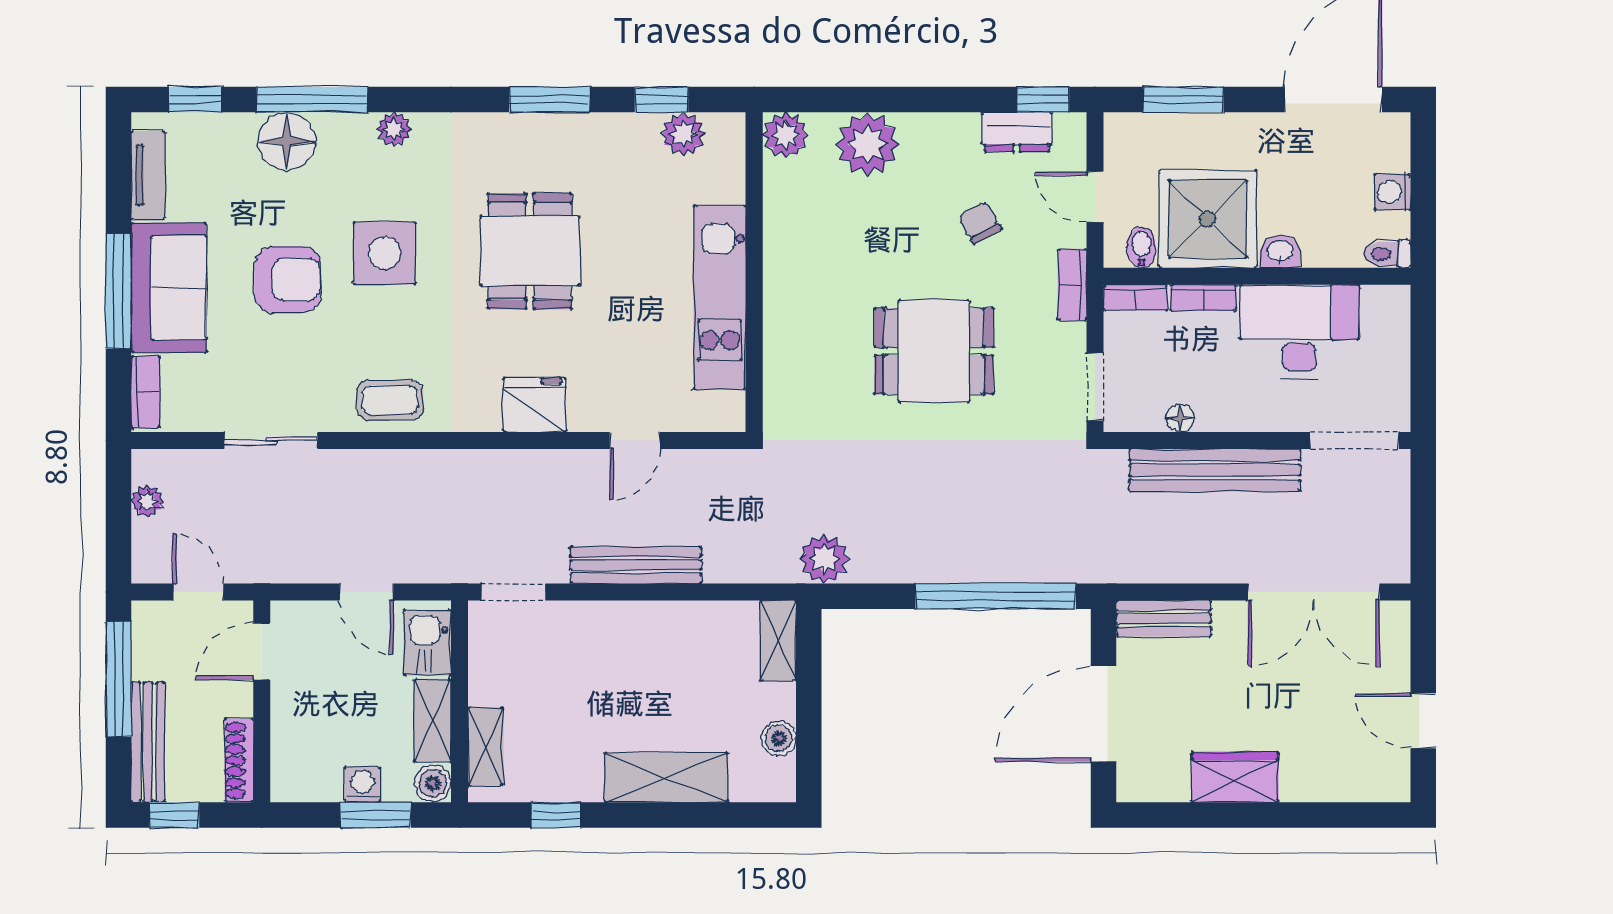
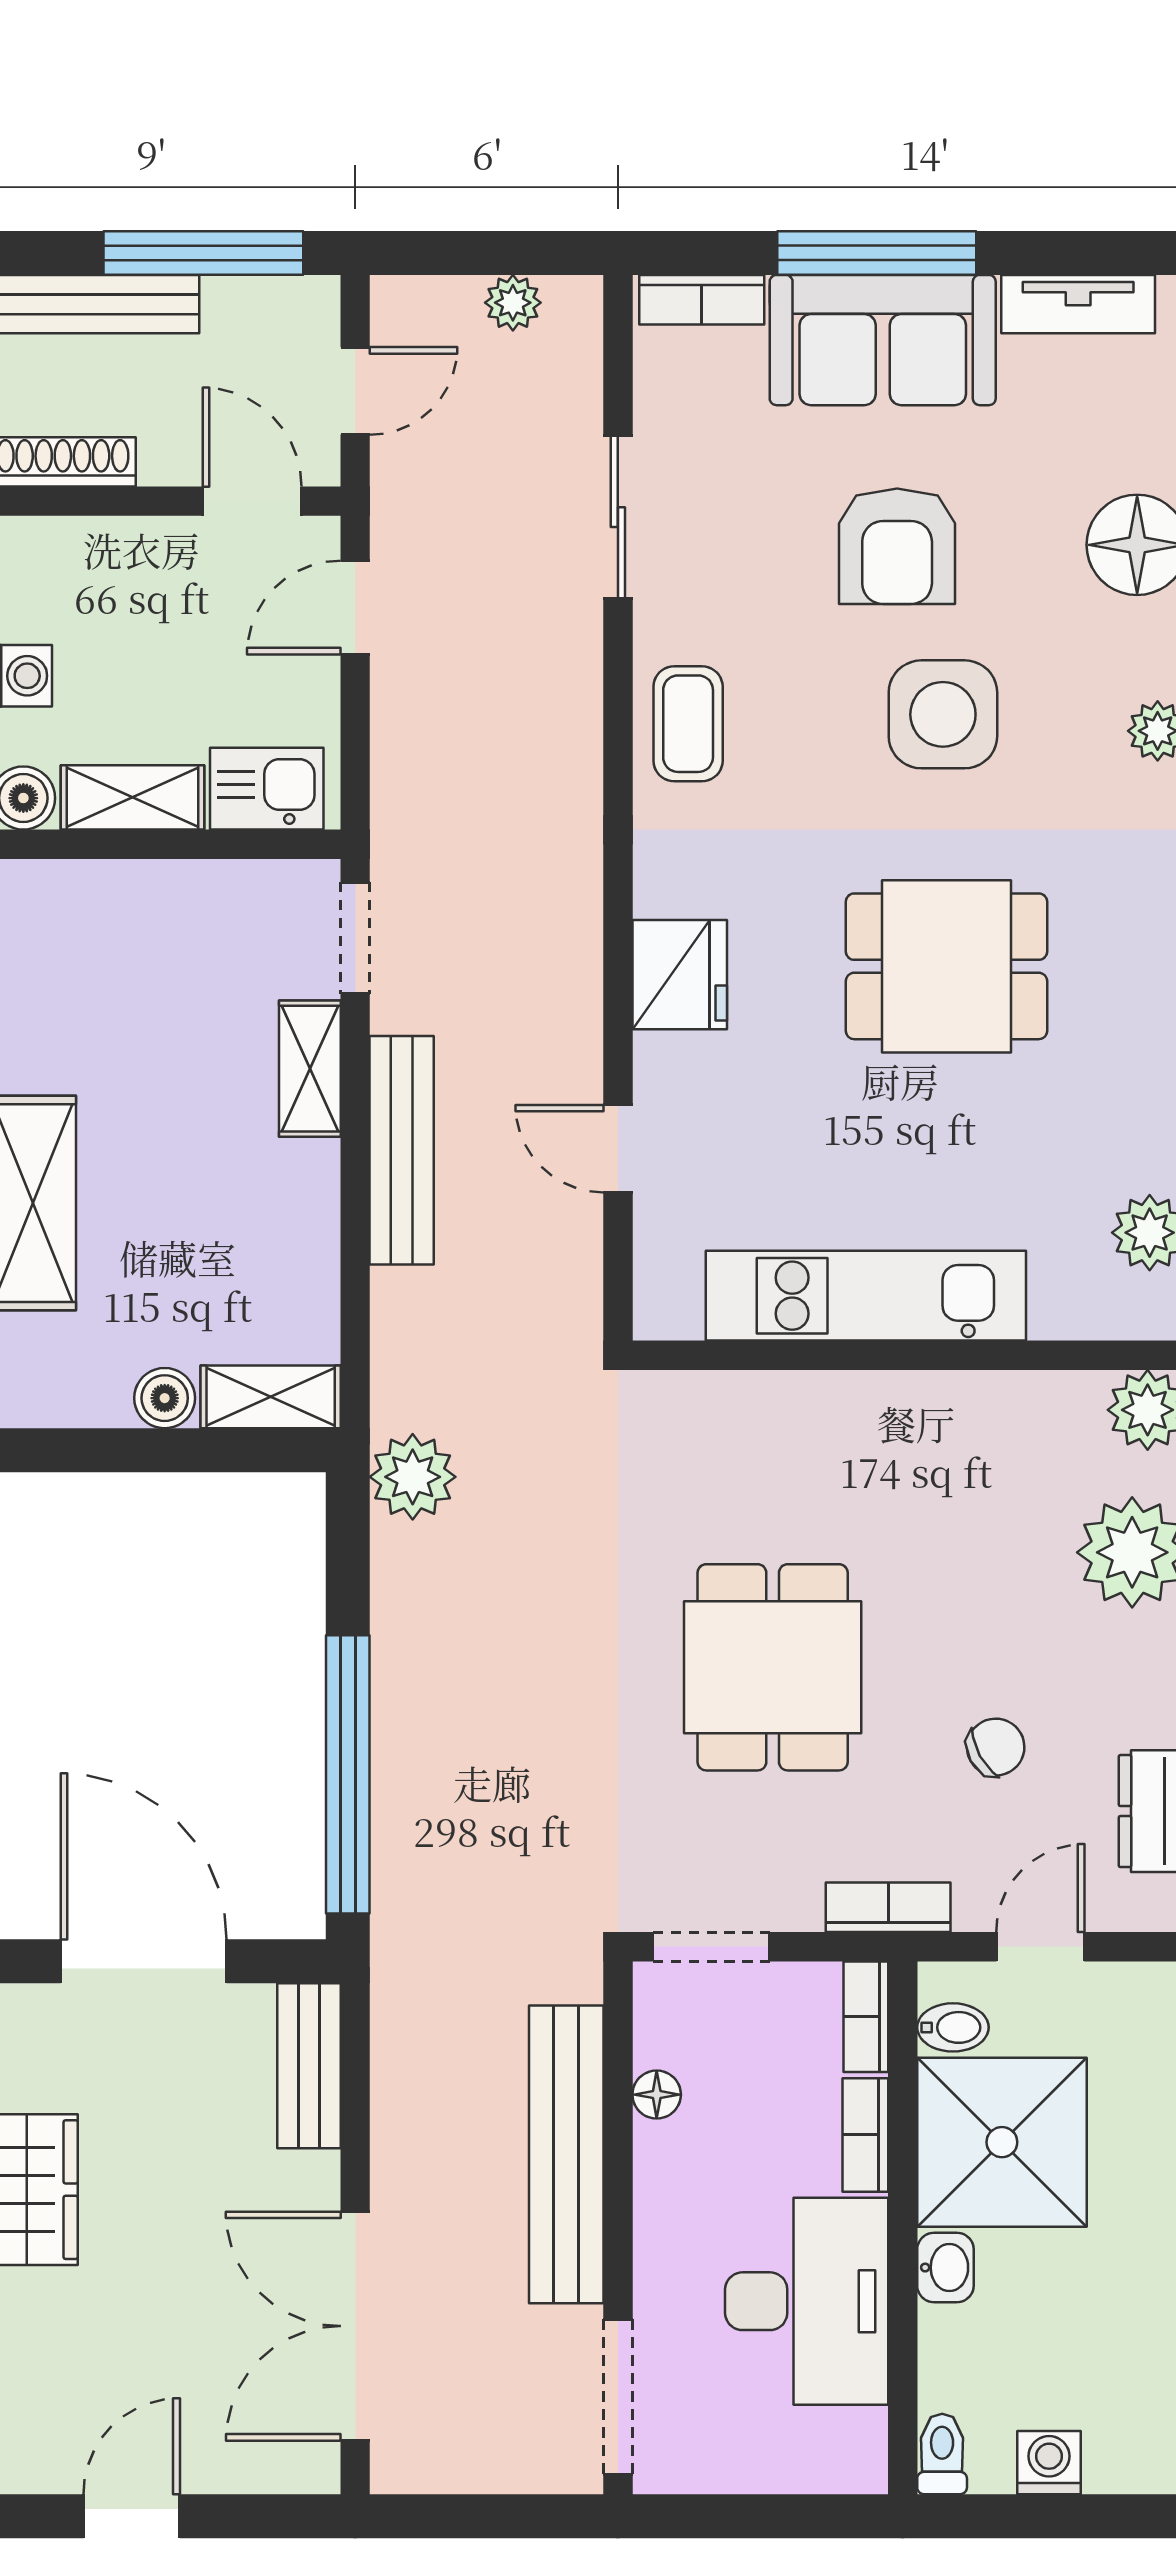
door: (367, 592) -> (355, 608), moved
boiler: (779, 738) -> (165, 1398), moved
shelving: (486, 746) -> (310, 1069), moved, turned 90

